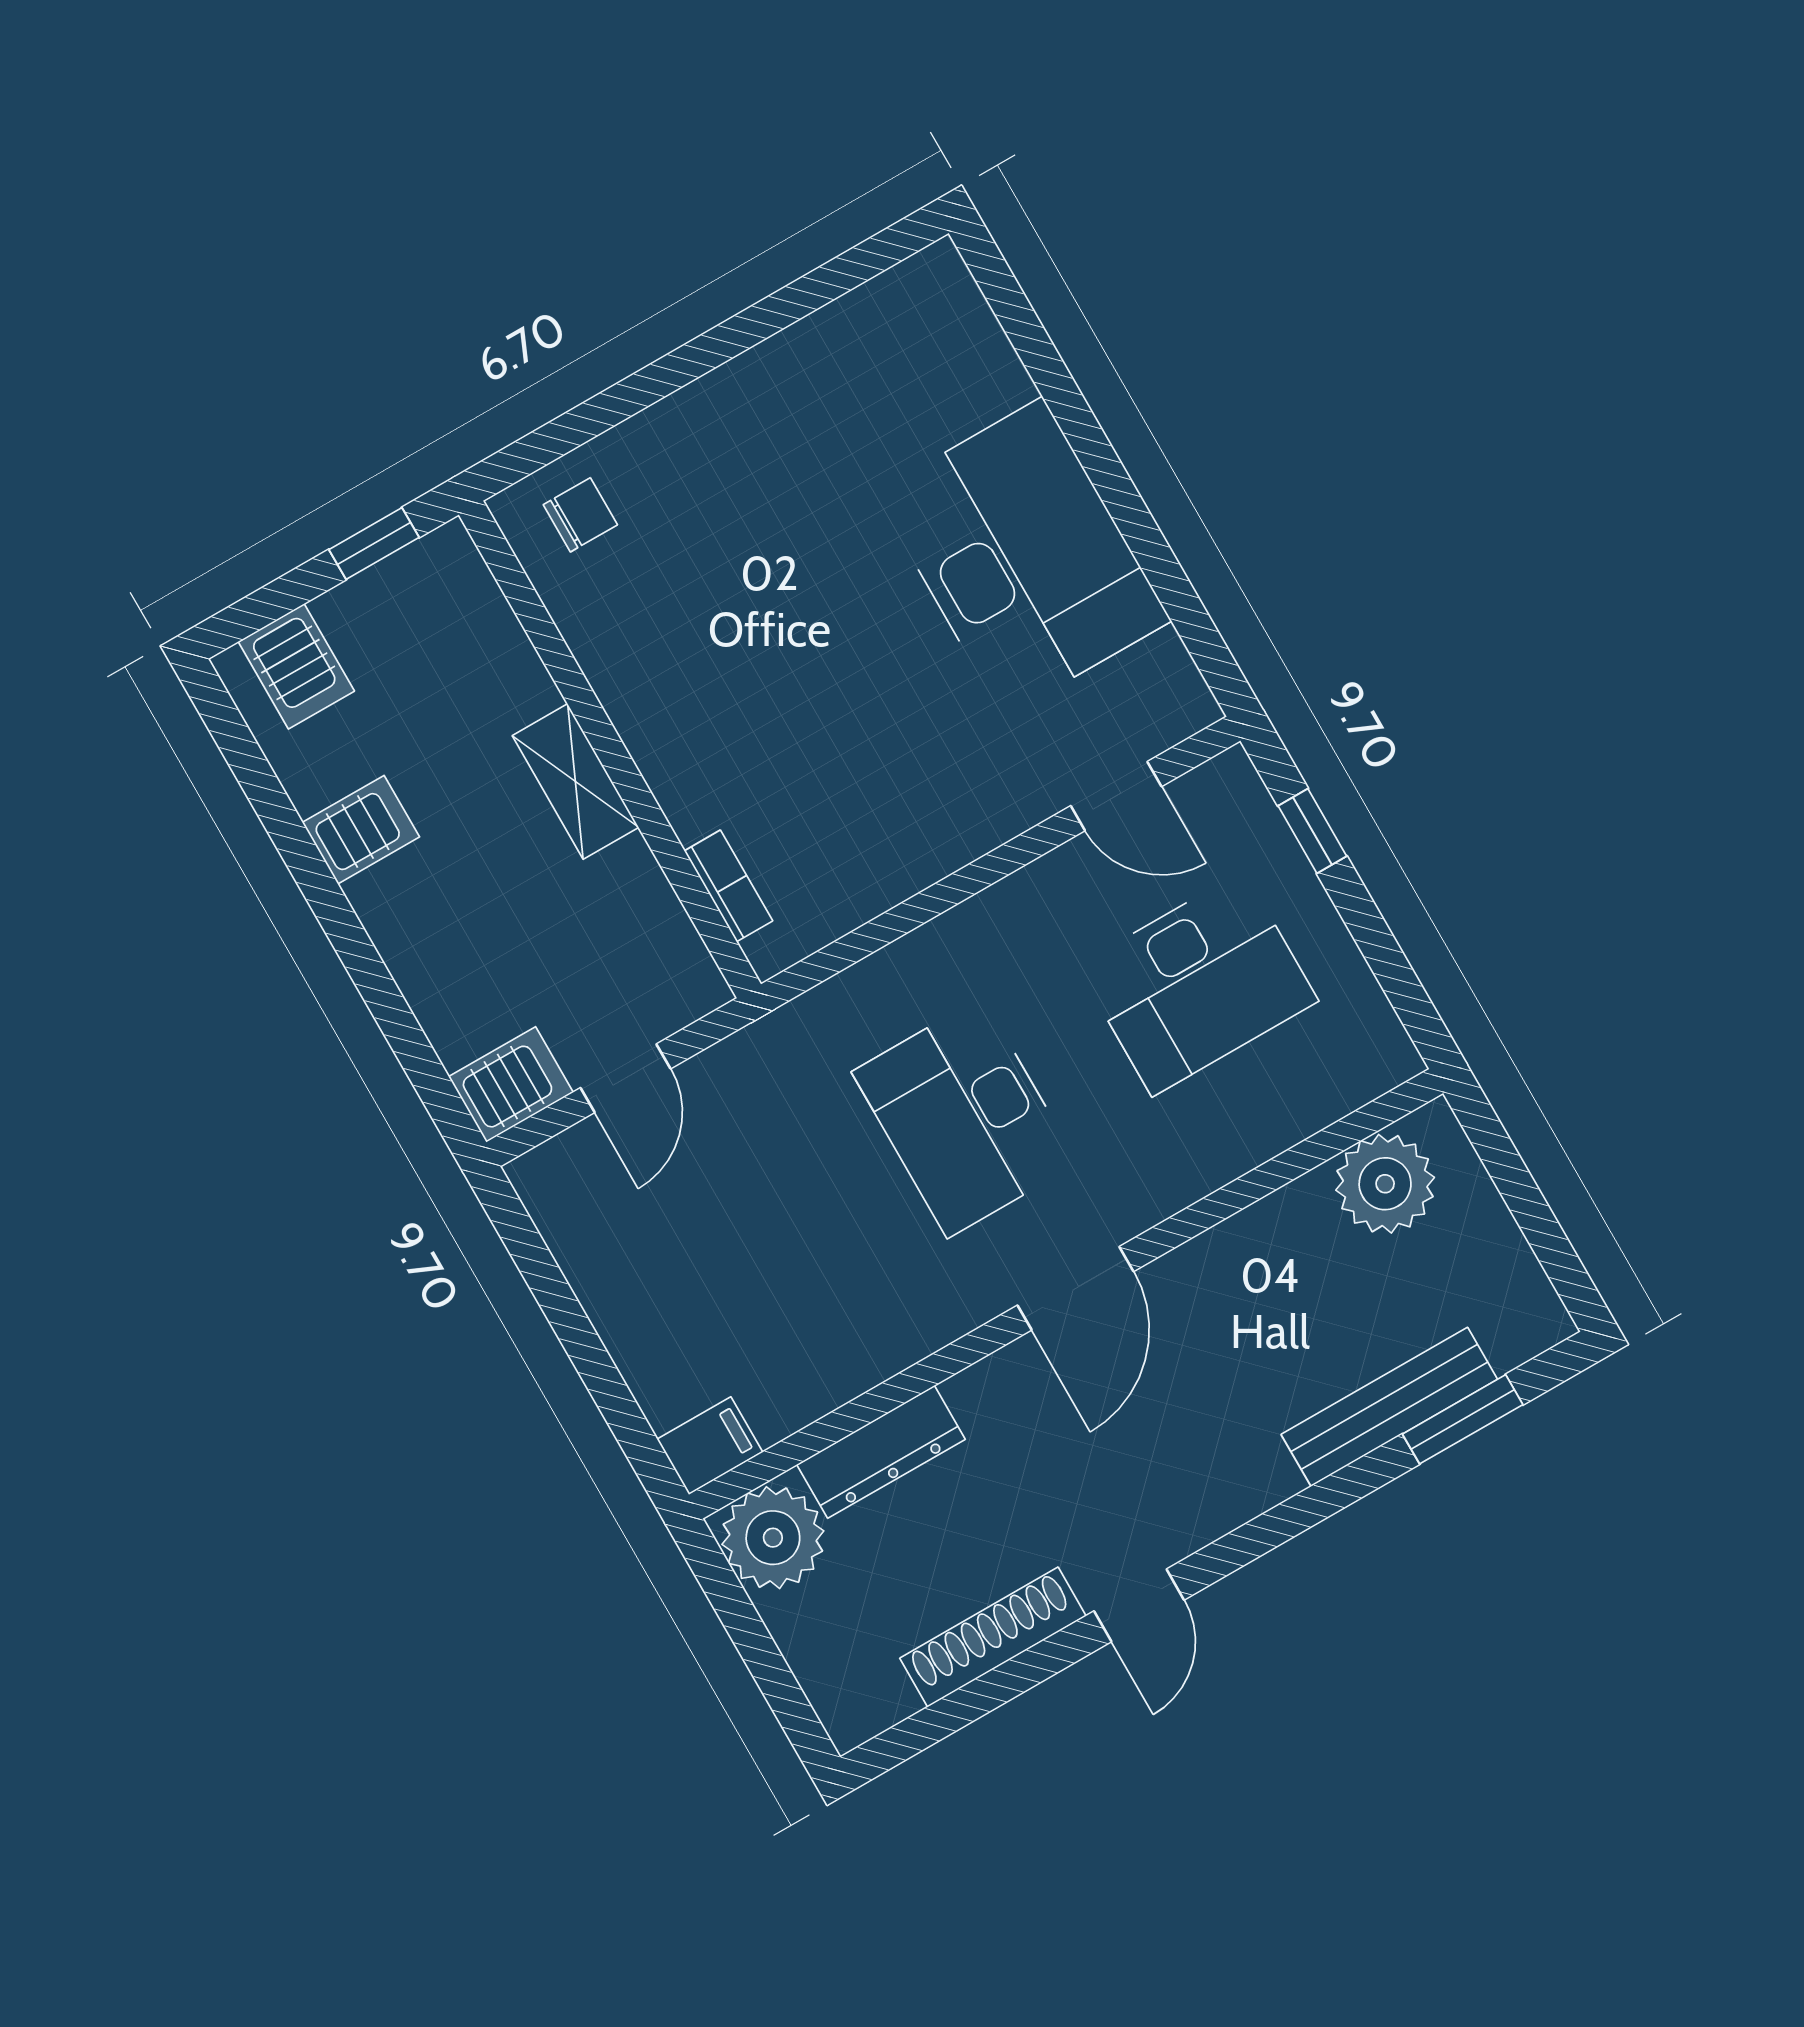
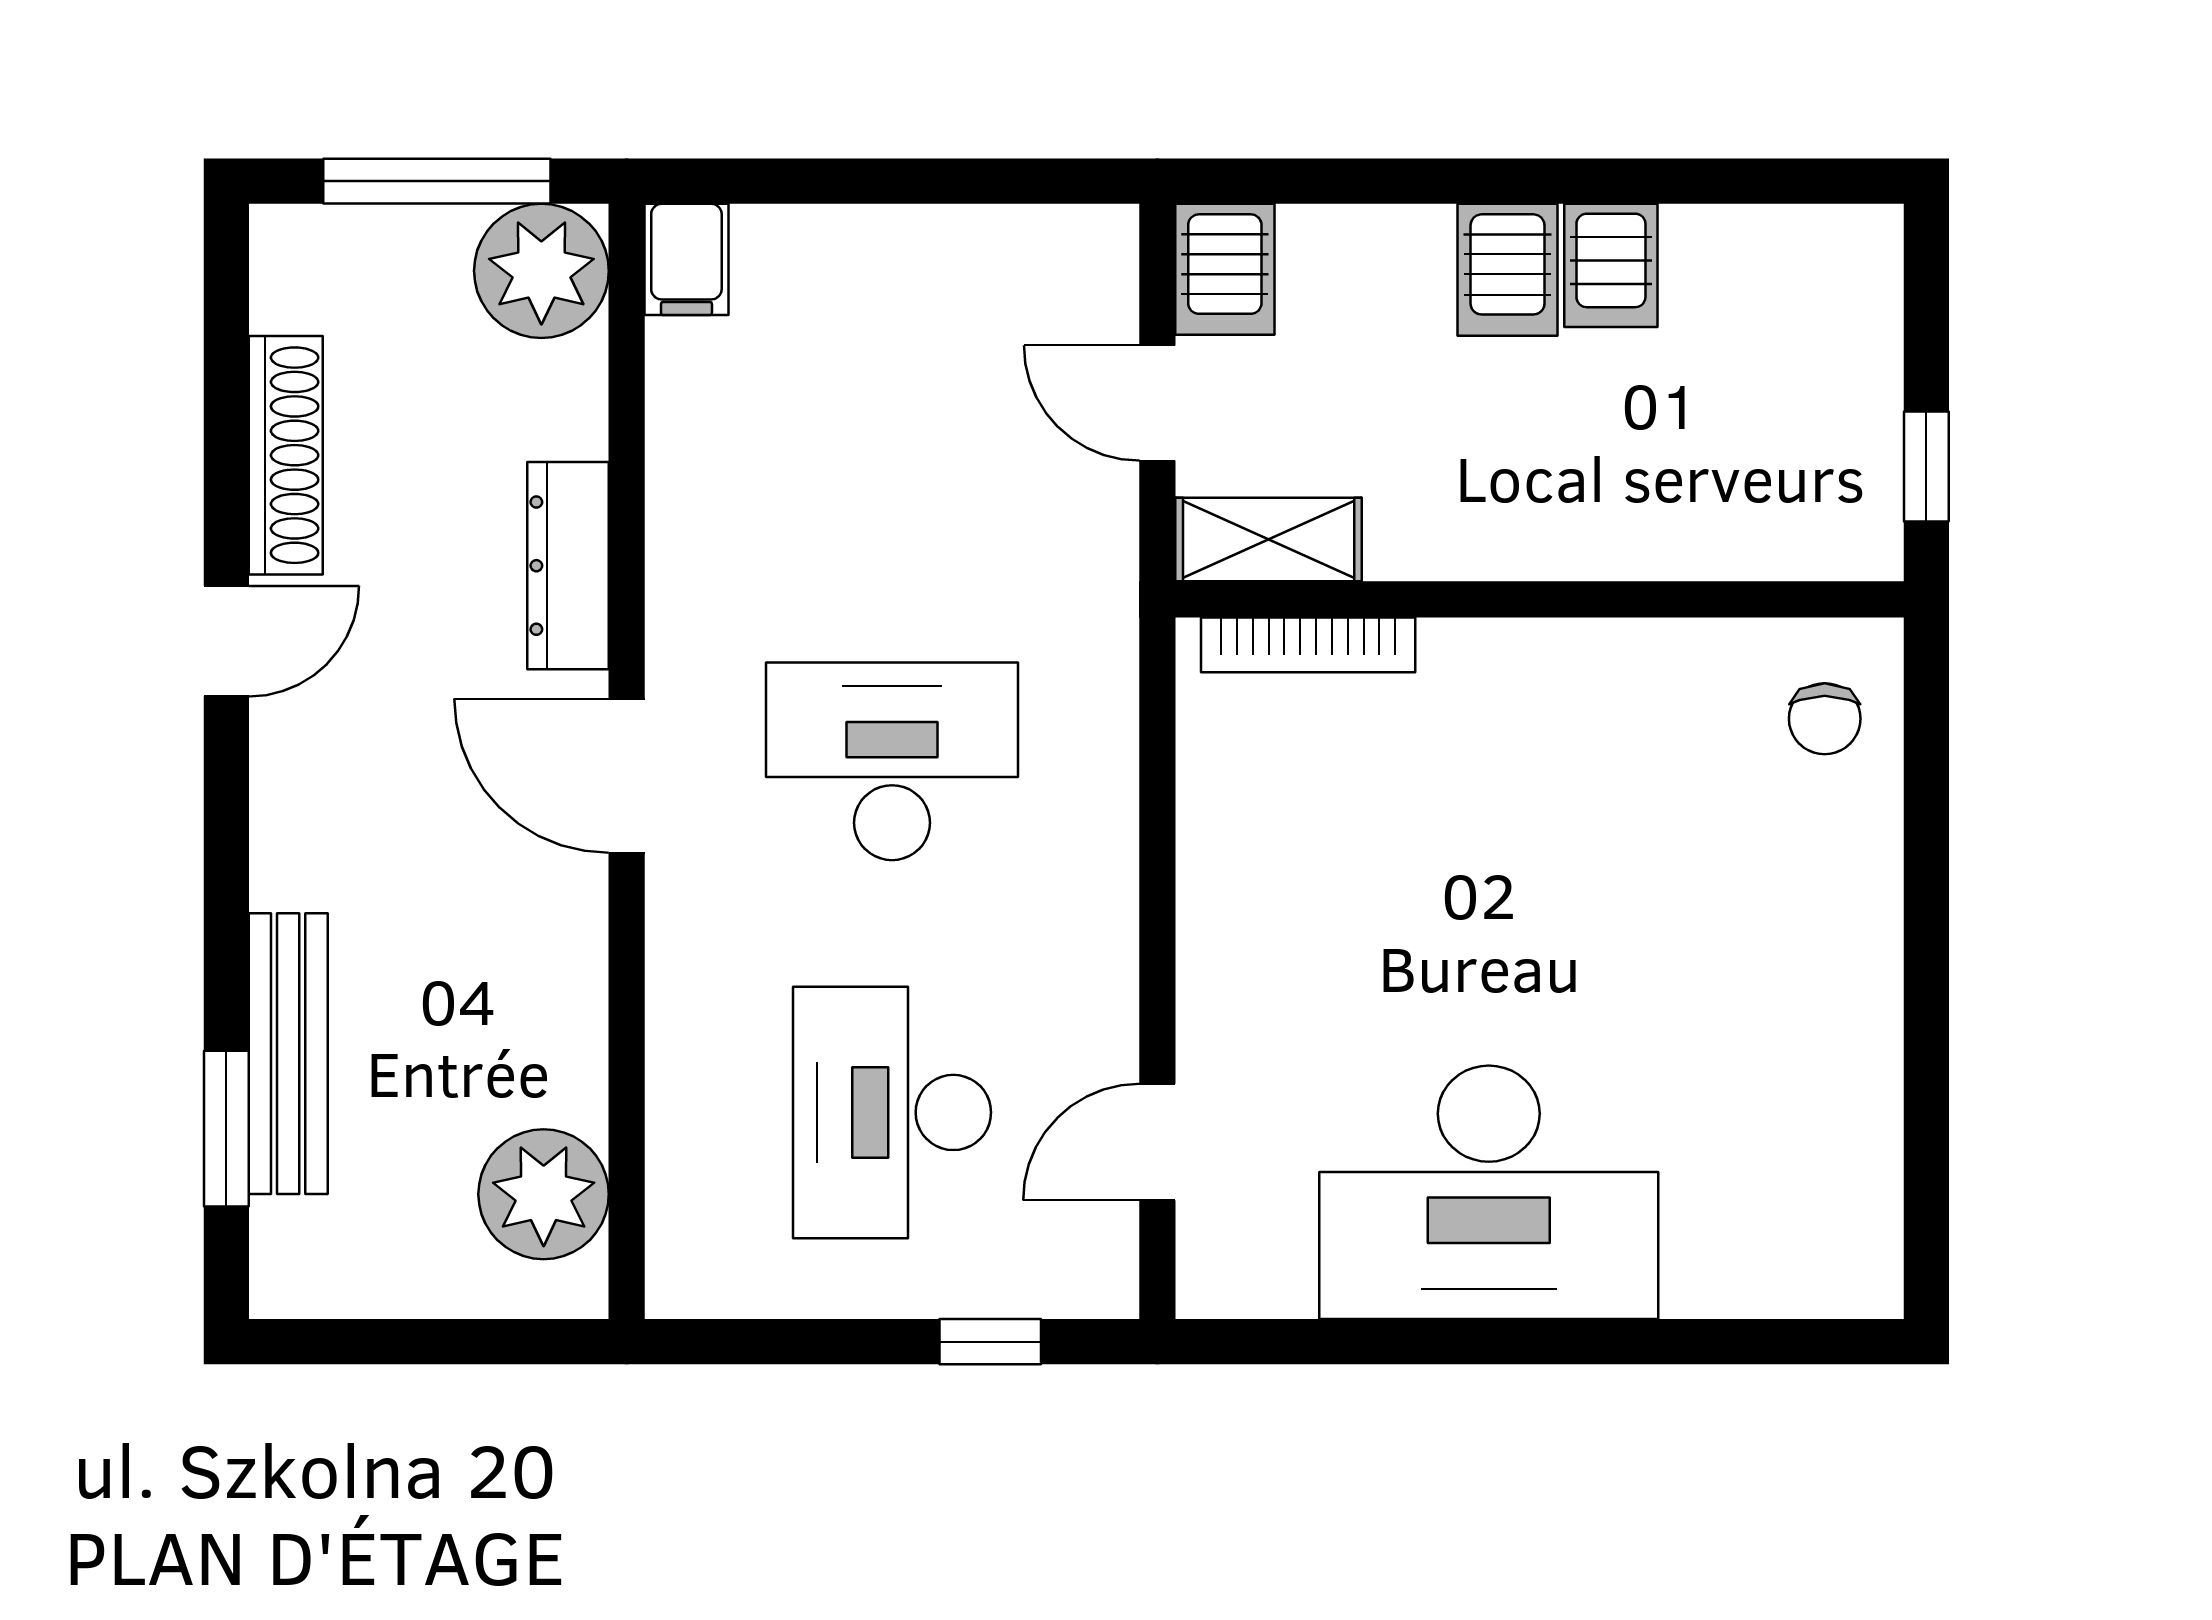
server rack: (296, 666) -> (1508, 270), moved, turned -90
shelving: (575, 782) -> (1269, 540), moved
bookcase: (728, 886) -> (1308, 645), width x1.56
dresser: (881, 1452) -> (568, 566), moved
door: (1139, 1605) -> (226, 641), swing flipped
window: (753, 1641) -> (437, 181), added

